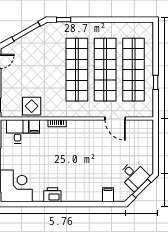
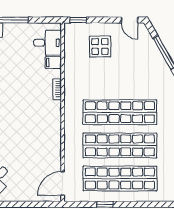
display table: (32, 106) -> (100, 47), moved
door: (115, 119) -> (63, 184), moved

